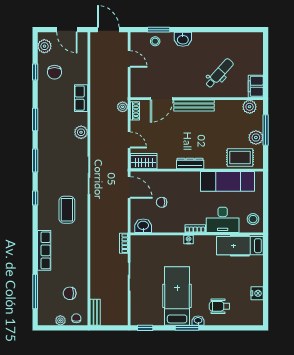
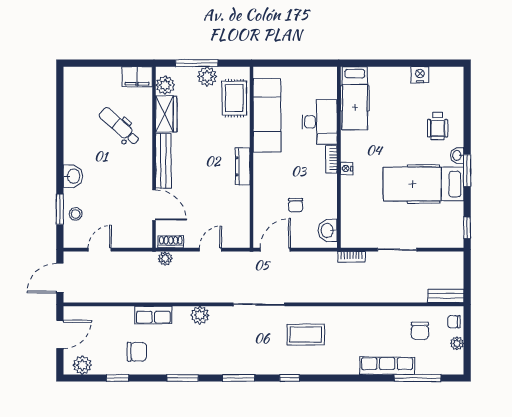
chair: (55, 72) -> (137, 352), moved
wardrobe: (144, 161) -> (166, 114), moved, turned 180
stool: (253, 219) -> (319, 80), removed
row of seats: (44, 250) -> (387, 366), moved

